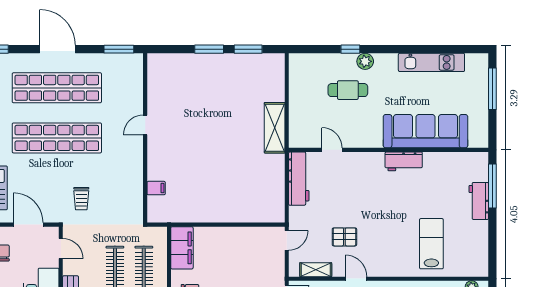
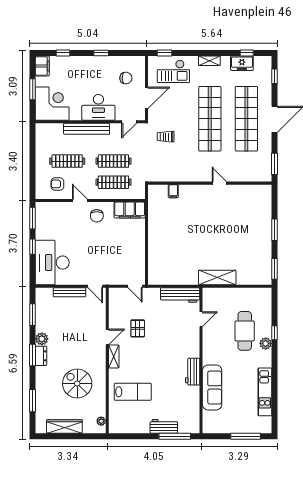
window: (248, 49) -> (274, 269), moved
cafe table: (348, 90) -> (245, 331), width x1.37, depth x1.35
sofa: (426, 131) -> (212, 387), width x0.74, depth x0.79
shelving: (316, 270) -> (114, 357), moved

